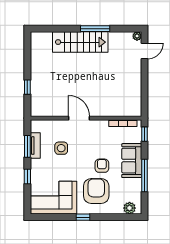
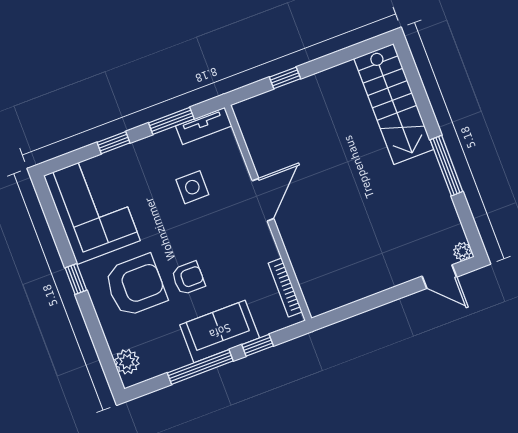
stairs: (80, 42) -> (394, 104), moved
window: (145, 134) -> (258, 345), moved
tv unit: (35, 145) -> (204, 126), moved

